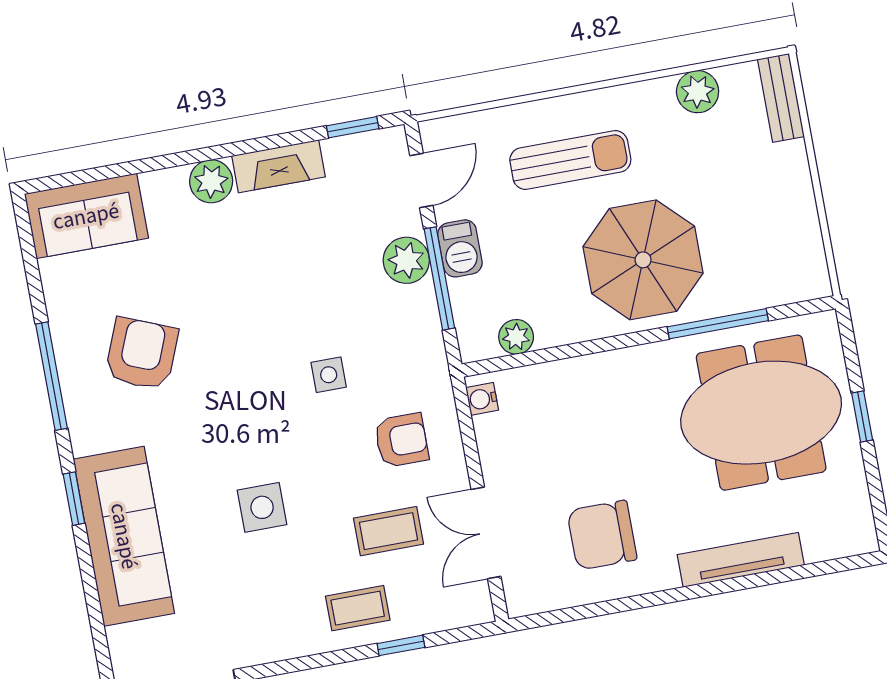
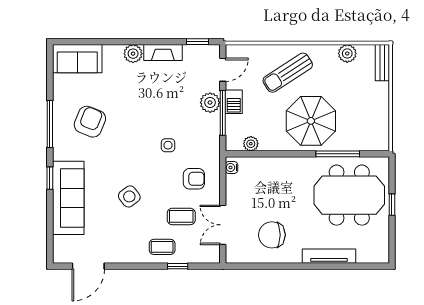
sun lounger: (570, 160) -> (288, 73), turned 147
side table: (262, 507) -> (129, 196), turned -37

